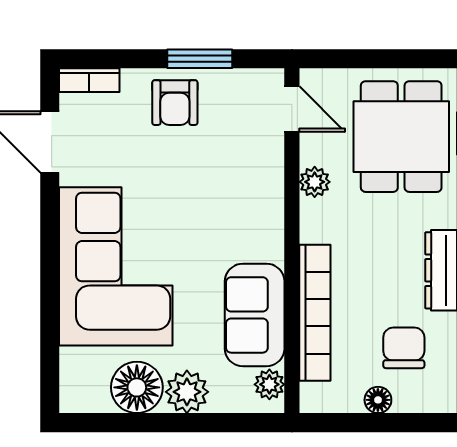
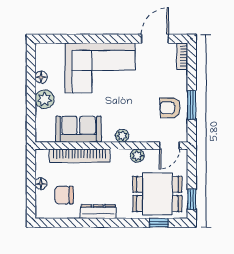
window: (413, 59) -> (192, 199), added
armchair: (175, 103) -> (170, 108), moved
chair: (404, 348) -> (64, 195), turned 180
plant: (269, 384) -> (122, 136), moved
floor lamp: (137, 387) -> (41, 77), width x0.53, depth x0.53

